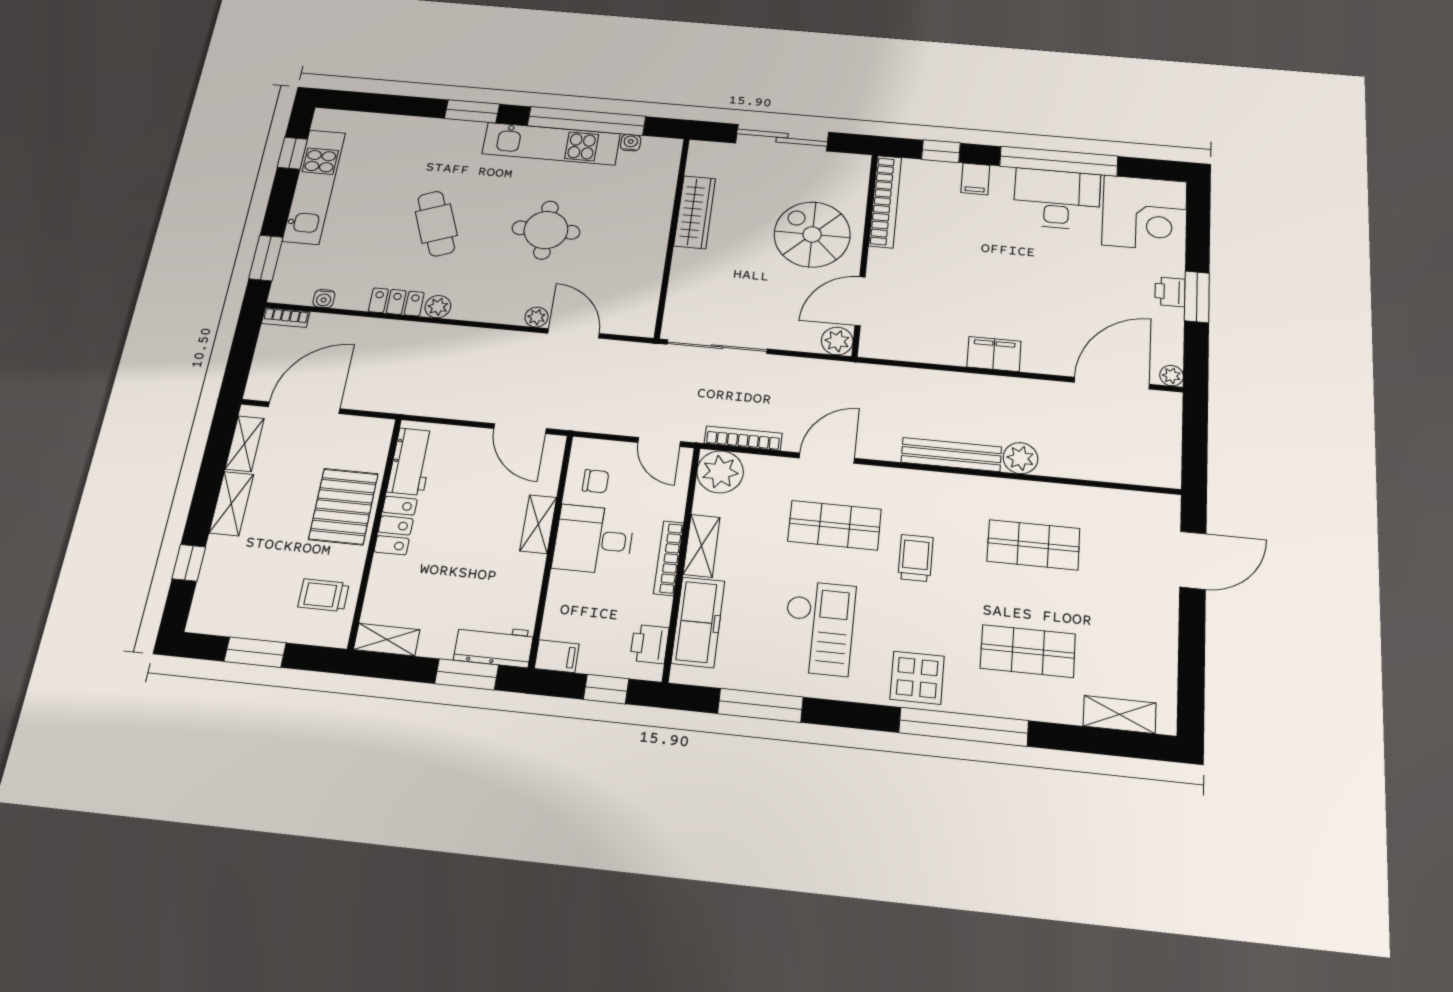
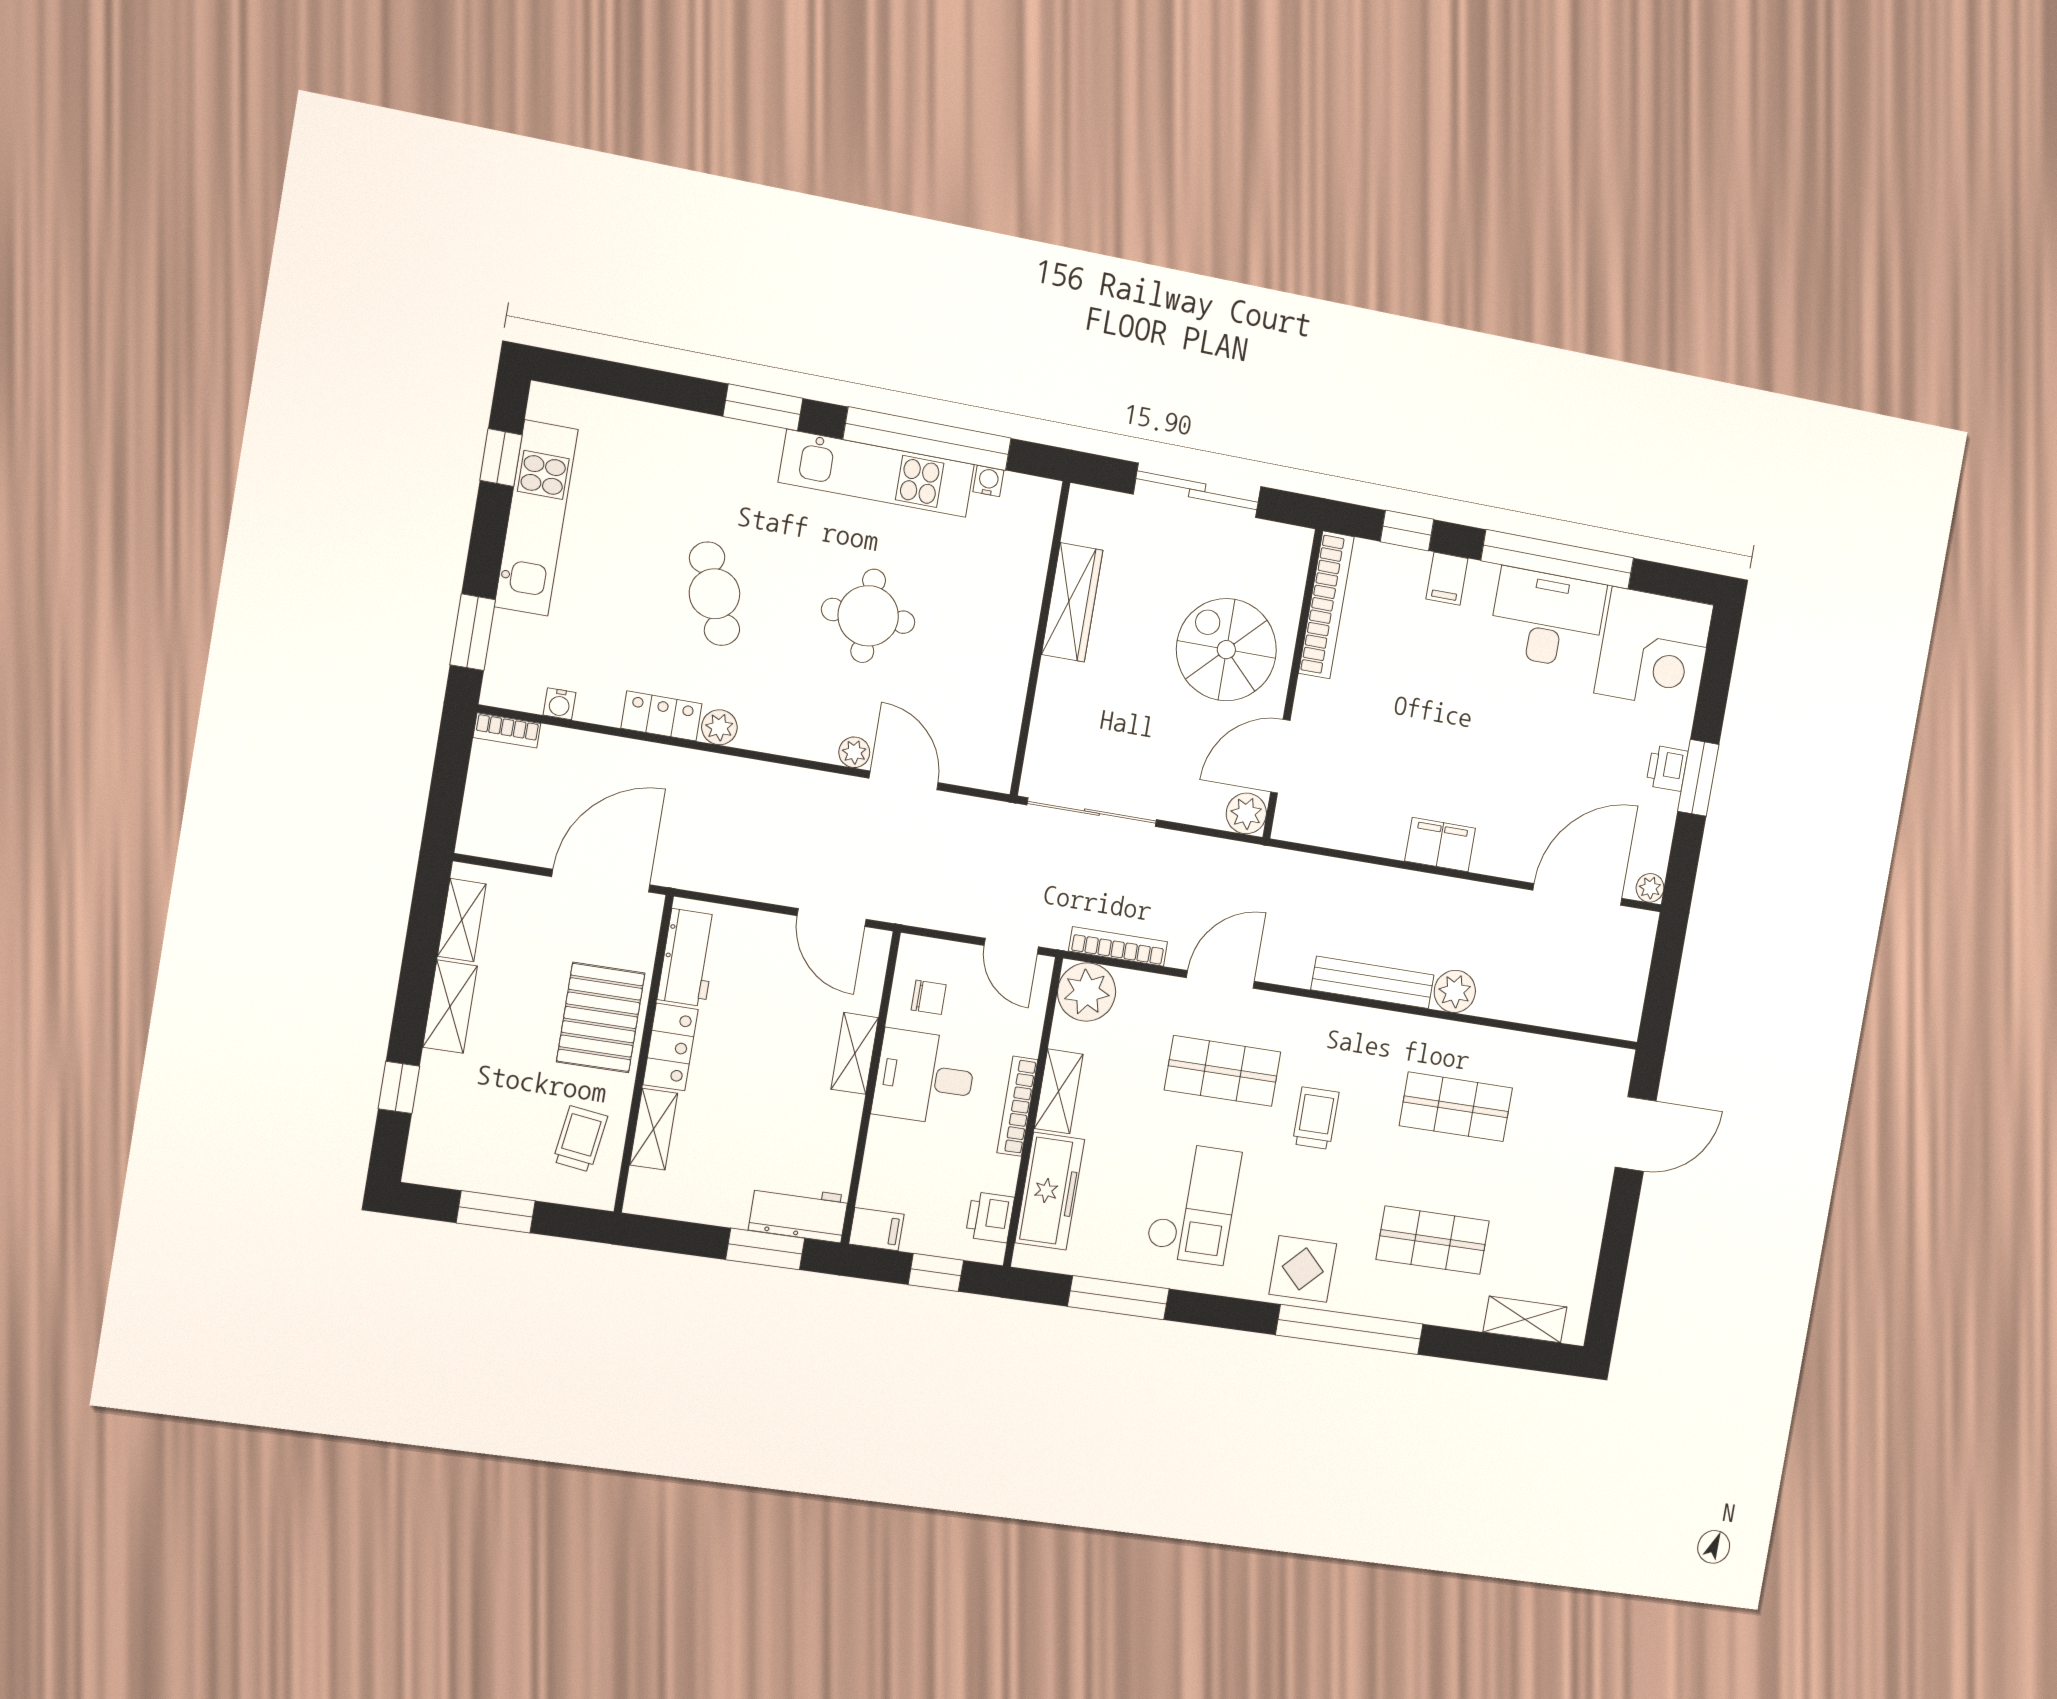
door: (304, 408) -> (601, 881), moved
trolley: (324, 595) -> (580, 1139), turned 98
shelving: (387, 640) -> (654, 1129), moved, turned 90

